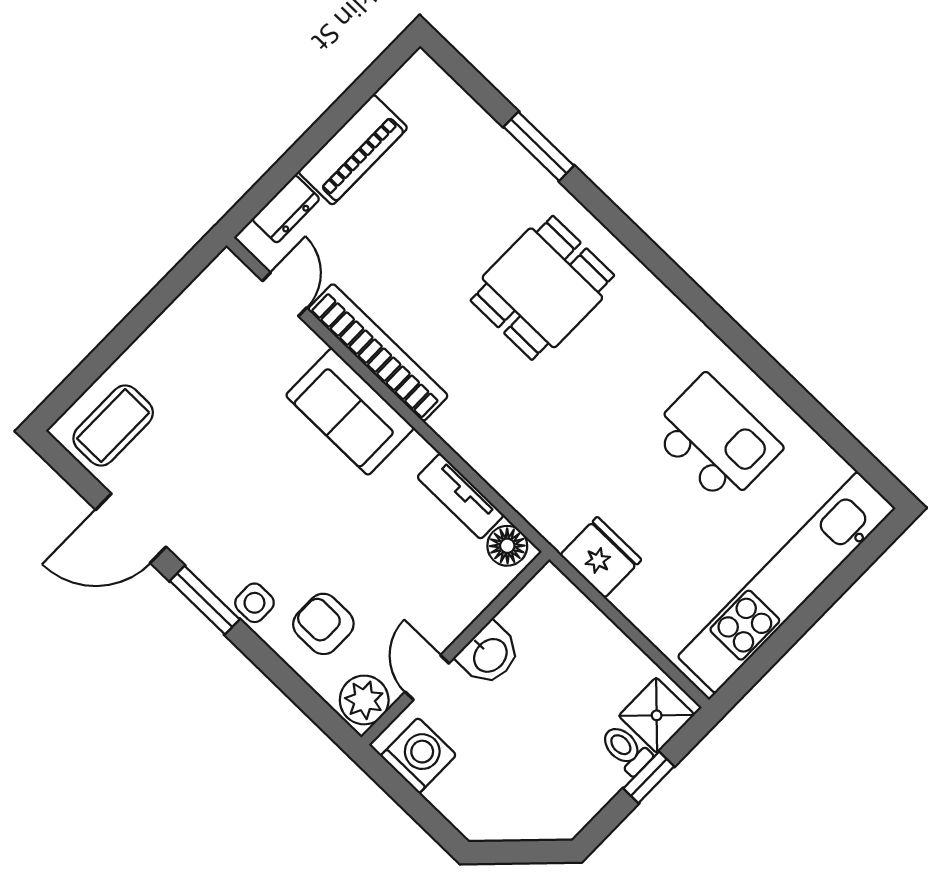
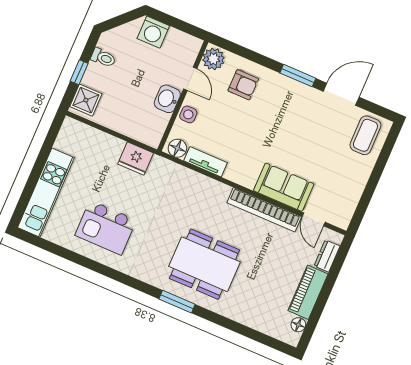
floor lamp: (398, 91) -> (298, 325), added
window: (539, 146) -> (177, 302), moved
dining table: (542, 288) -> (204, 264), width x1.38
sofa: (350, 412) -> (284, 187), moved
kitchen unit: (786, 582) -> (46, 193), width x0.73
side table: (254, 603) -> (188, 114), moved
toilet: (626, 750) -> (103, 58), moved
washing machine: (418, 755) -> (153, 32), moved

